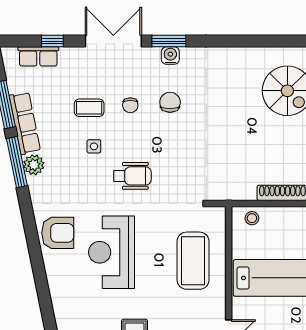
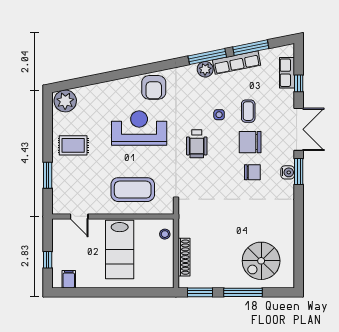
chair: (130, 105) -> (250, 142), width x1.87, depth x1.87

